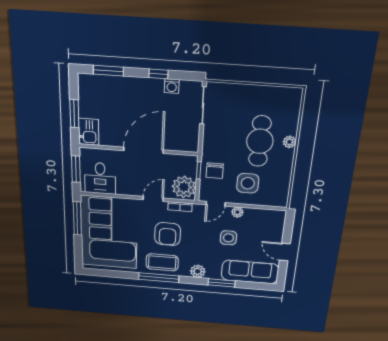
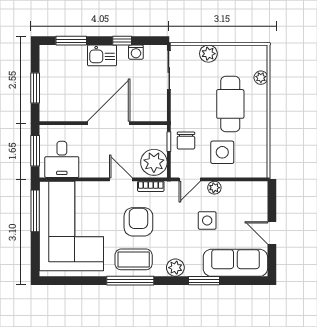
plant: (243, 92) -> (208, 54), added
kitchen sink: (89, 132) -> (102, 55), moved, turned 90
plant: (290, 142) -> (261, 78), moved
door: (153, 199) -> (121, 179), hinge flipped
armchair: (168, 234) -> (138, 222), turned 180

